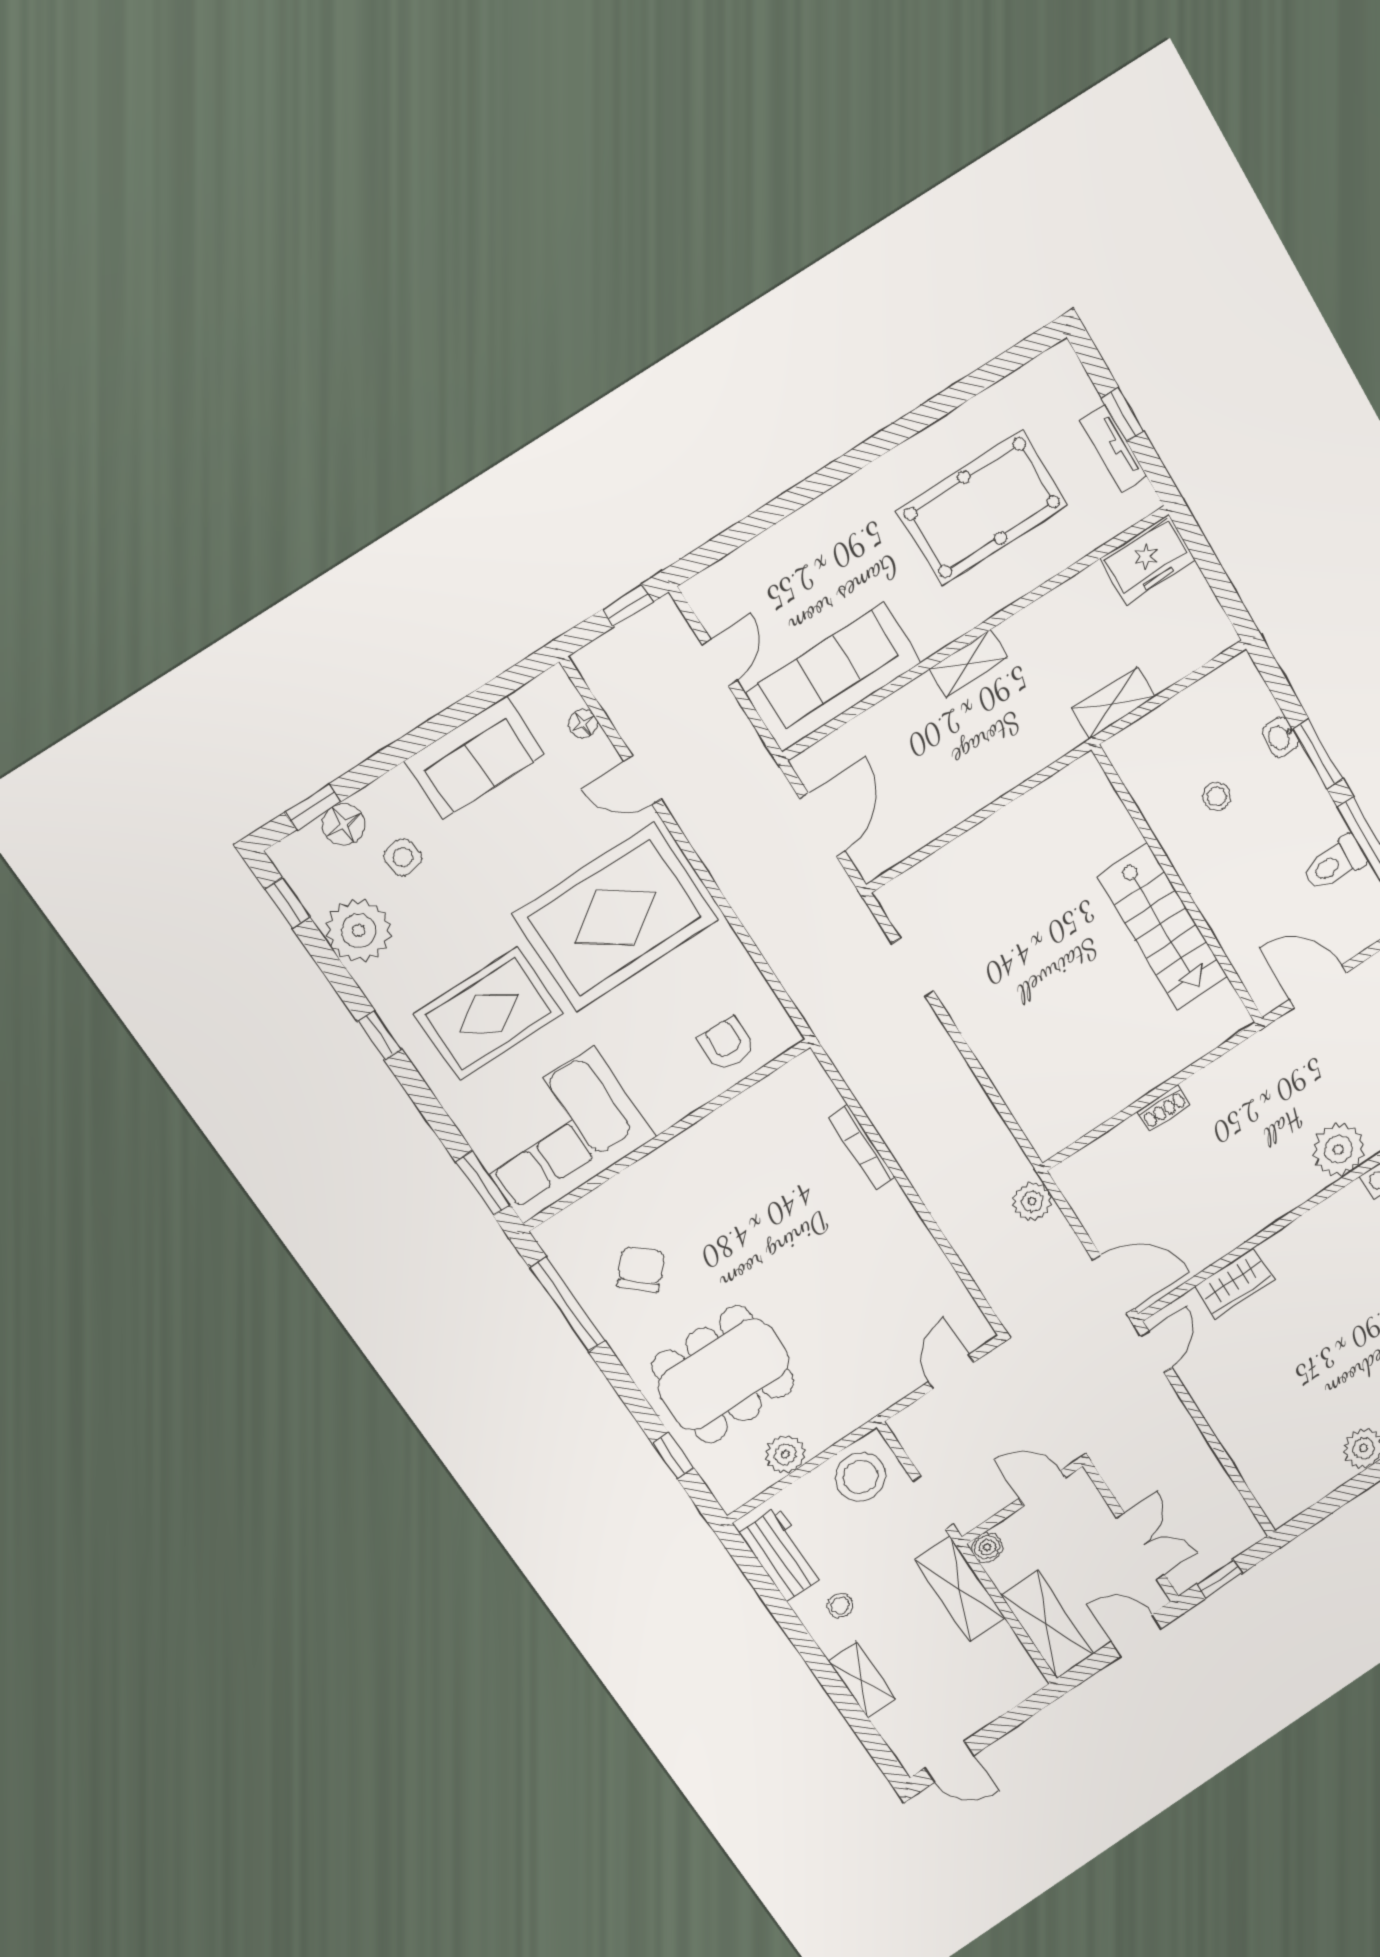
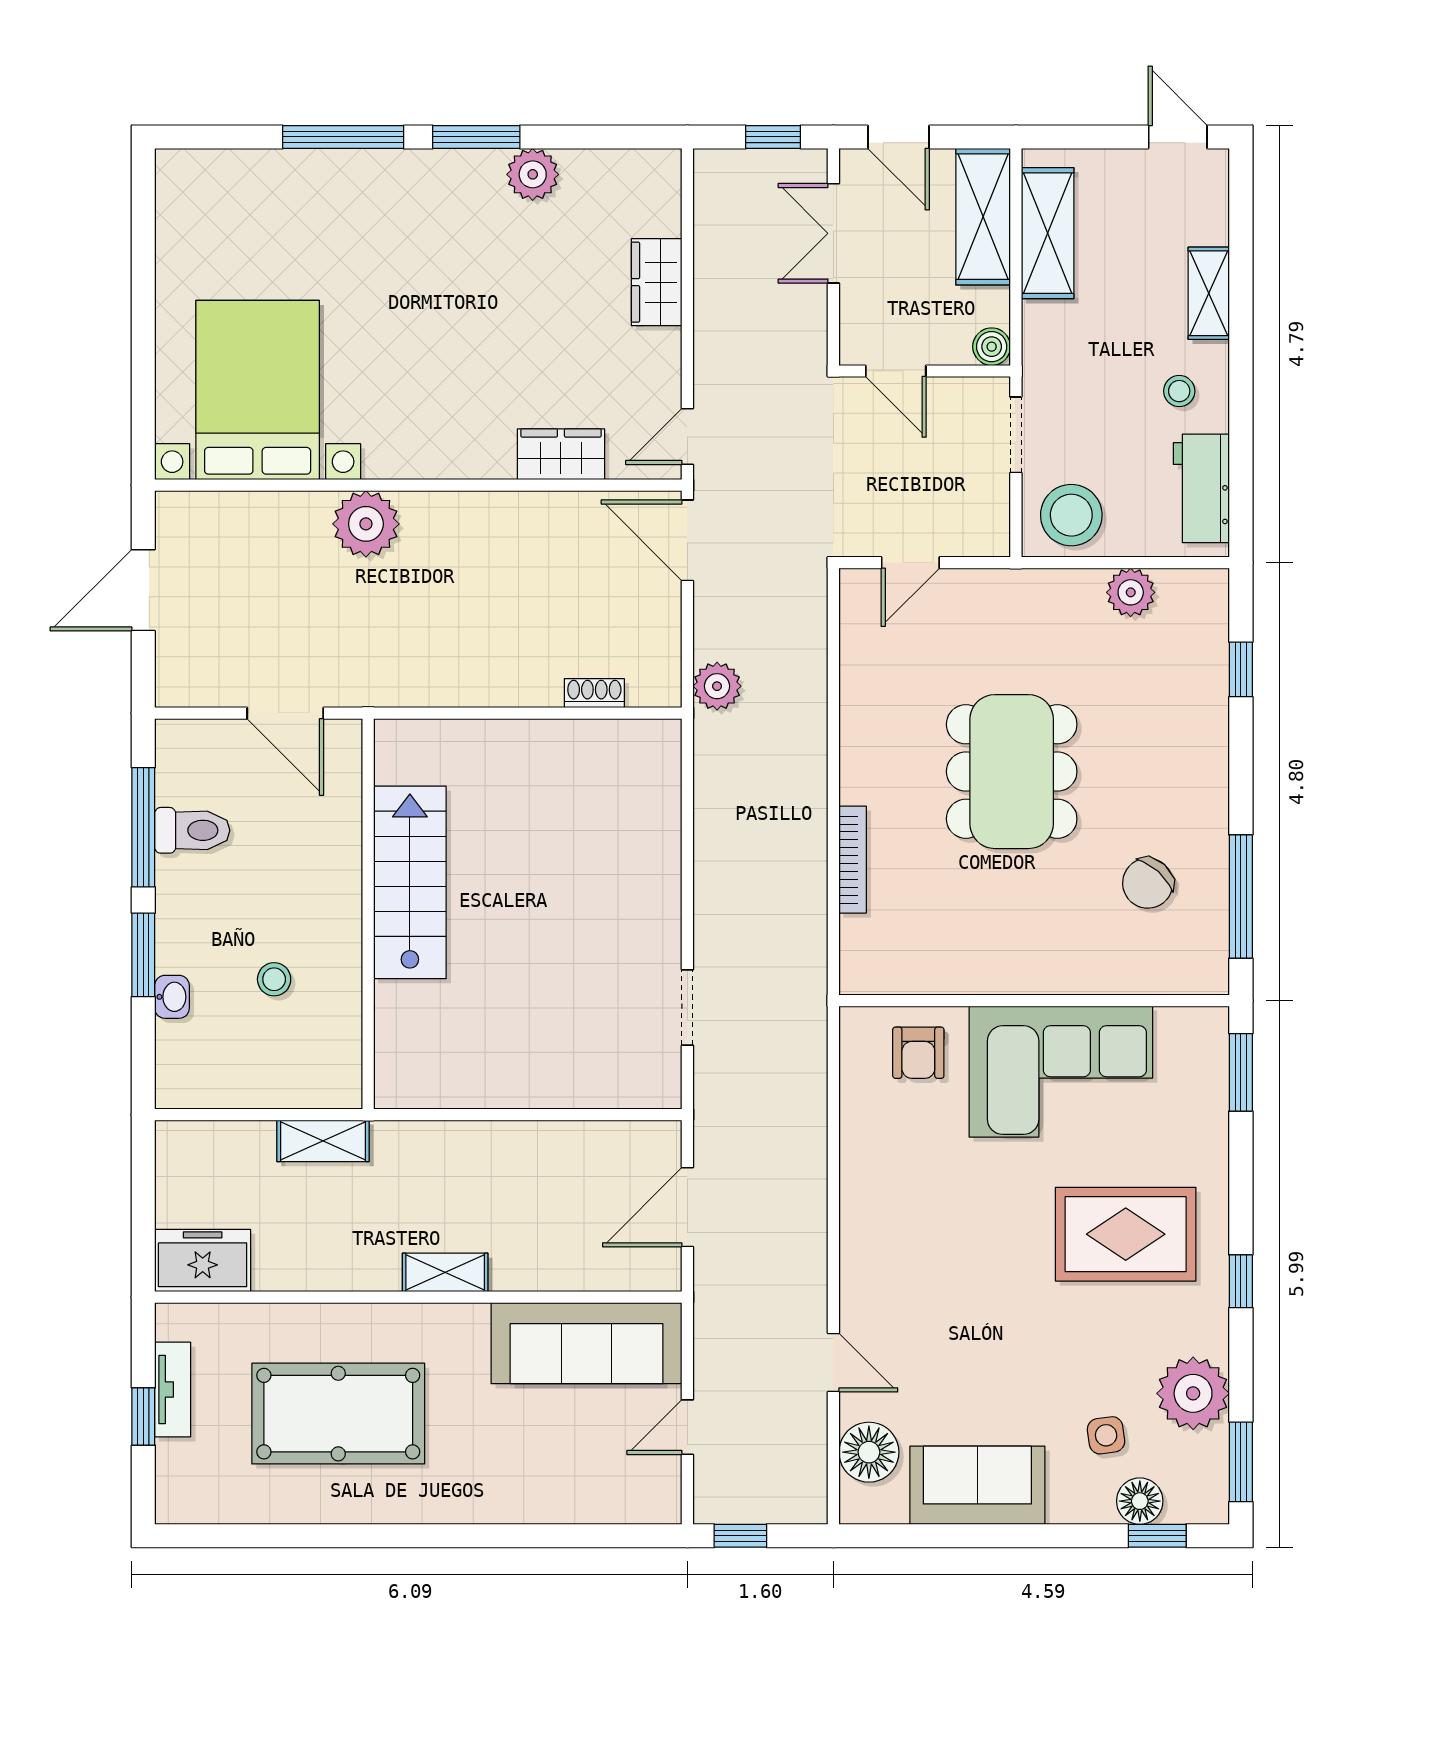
floor lamp: (583, 724) -> (869, 1452), width x1.89, depth x1.89
window: (287, 903) -> (1241, 1462), width x1.50
rug: (615, 917) -> (945, 1248), removed
shoe rack: (1163, 1108) -> (594, 693), moved
corner sofa: (559, 1135) -> (1061, 1072), moved
dining table: (723, 1374) -> (1012, 772), moved, turned 90
wardrobe: (1239, 1436) -> (657, 282), added
shelving: (960, 1589) -> (1048, 233), moved

